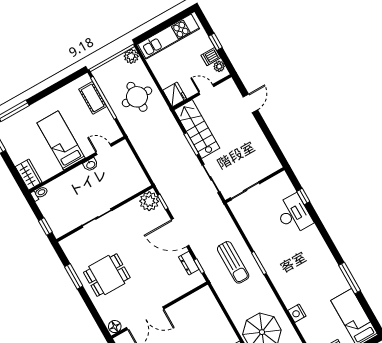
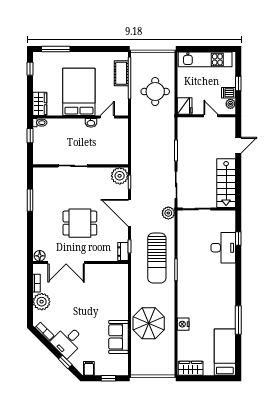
plant: (131, 56) -> (168, 213), moved
stairs: (197, 129) -> (226, 183), moved, turned 180
bed: (61, 140) -> (79, 92), width x1.50
door: (104, 149) -> (107, 117), hinge flipped
window: (45, 227) -> (30, 136), moved
sun lounger: (233, 262) -> (157, 258), width x1.36, depth x1.34
dresser: (189, 263) -> (123, 252), moved
dining table: (107, 275) -> (80, 223), moved

